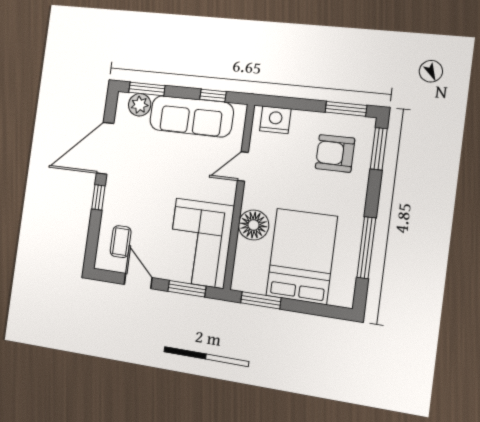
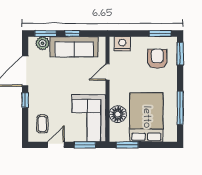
window: (213, 96) -> (72, 34), moved
armchair: (335, 153) -> (157, 59), turned 90
floor lamp: (254, 225) -> (118, 114), moved
door: (138, 281) -> (56, 145), hinge flipped

